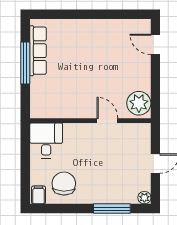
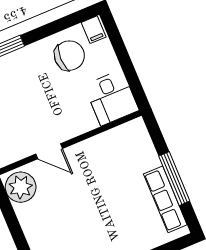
chair: (64, 184) -> (69, 56), turned -92

